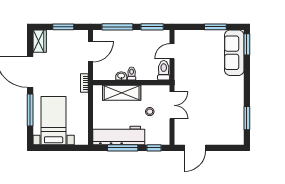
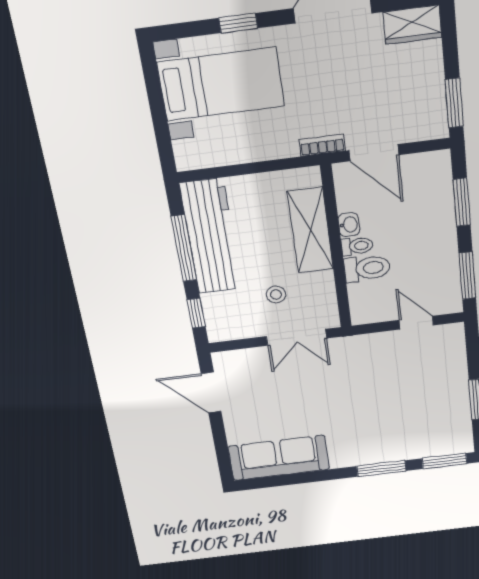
window: (63, 27) -> (454, 103), moved
window: (117, 27) -> (462, 202), width x0.69
door: (91, 52) -> (374, 153), moved
sofa: (234, 53) -> (279, 458), moved
toilet: (164, 70) -> (367, 268), moved
window: (30, 110) -> (238, 23), width x0.46
window: (247, 118) -> (381, 468), moved

